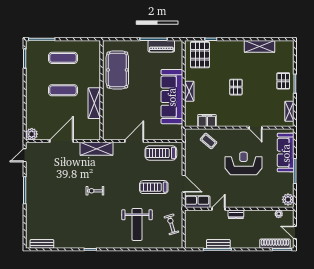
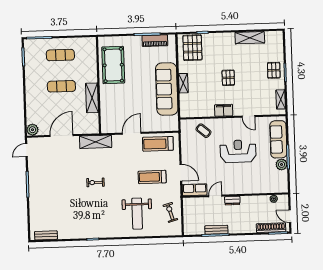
filing cabinet: (207, 121) -> (224, 110), moved
plant: (288, 200) -> (282, 164), moved

